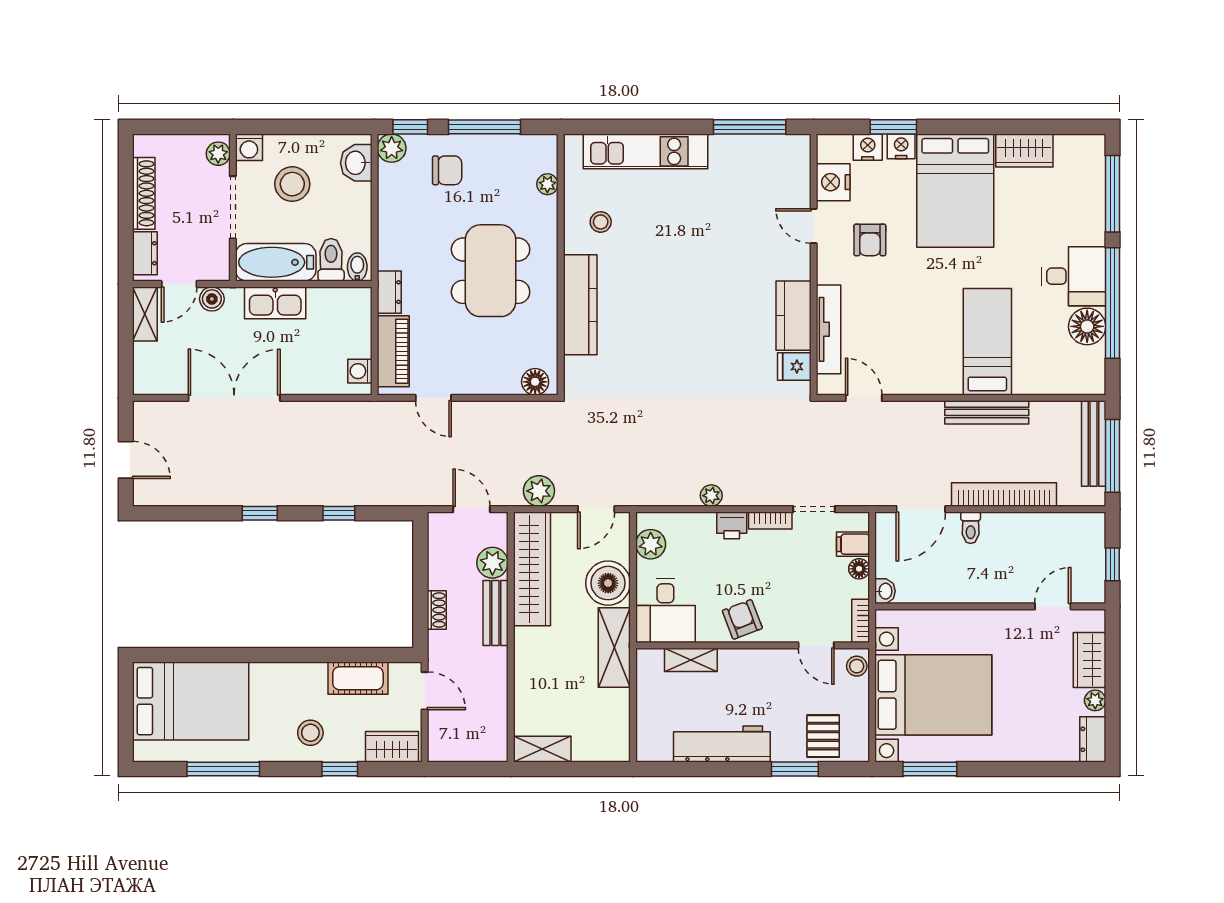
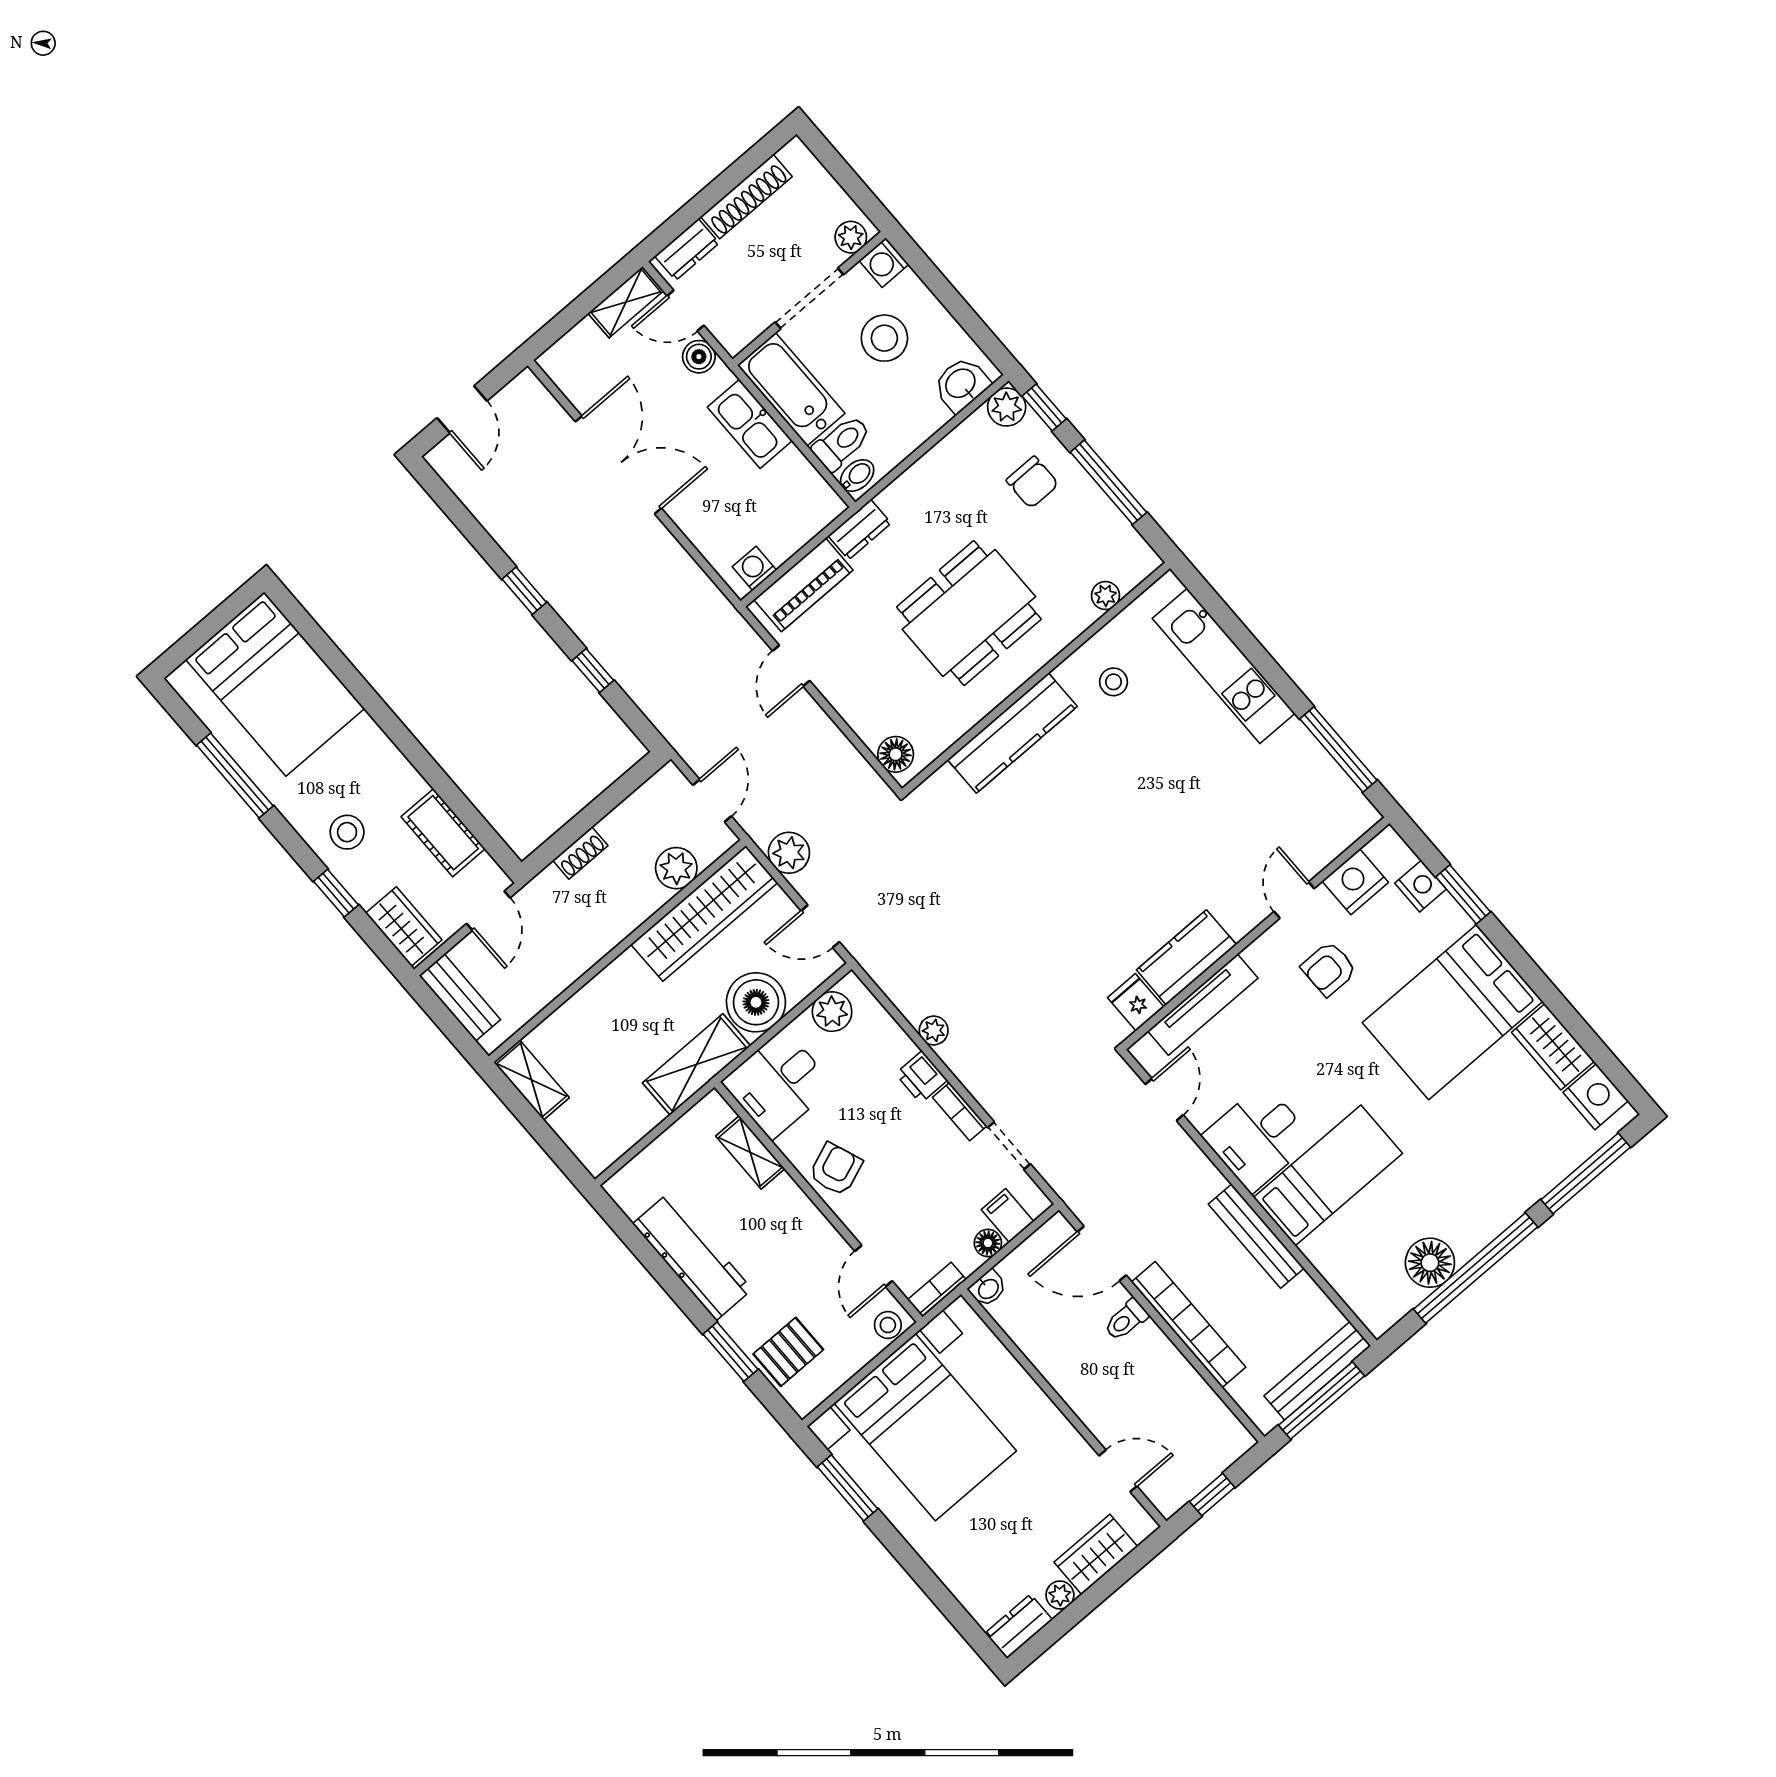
nightstand: (901, 146) -> (1596, 1097), moved, width x1.36, depth x1.33
desk: (1074, 276) -> (1258, 1138), moved, turned 90
bench: (495, 613) -> (460, 997), moved, turned 90

